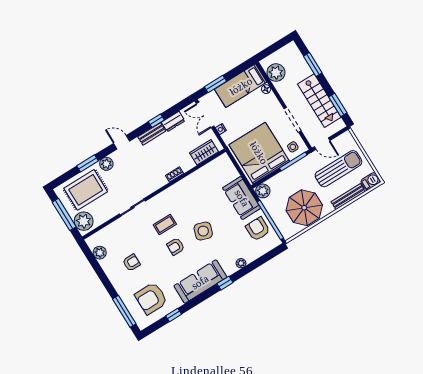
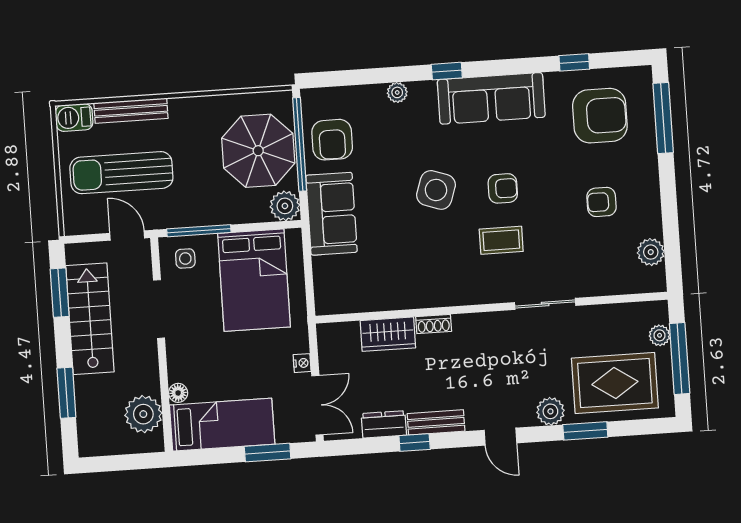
wardrobe: (204, 152) -> (388, 334), moved
bed: (259, 153) -> (254, 280), width x0.73
parasol: (304, 208) -> (258, 151), moved
plant: (84, 221) -> (660, 335), width x0.53, depth x0.53

